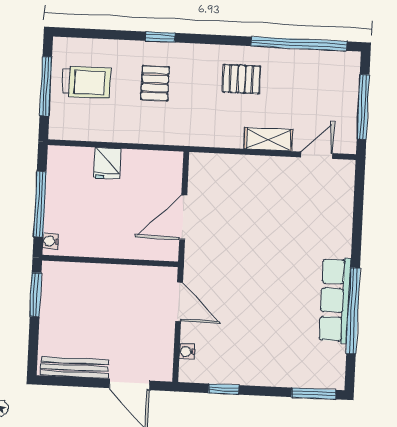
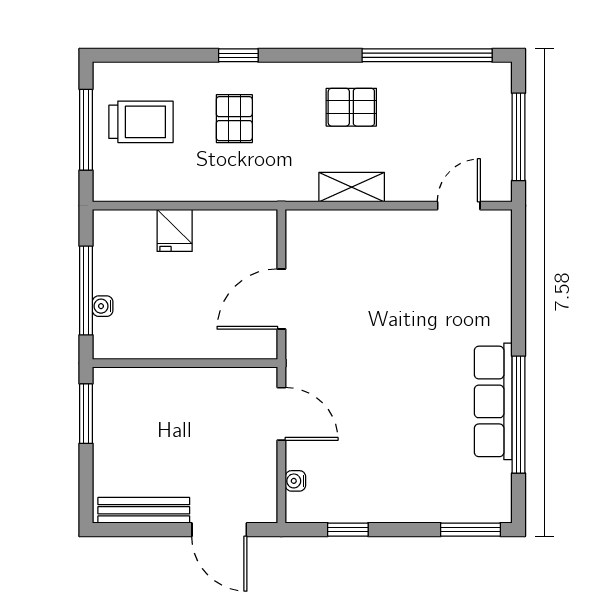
shelving: (268, 139) -> (352, 187), moved
water cooler: (51, 241) -> (103, 306), moved

